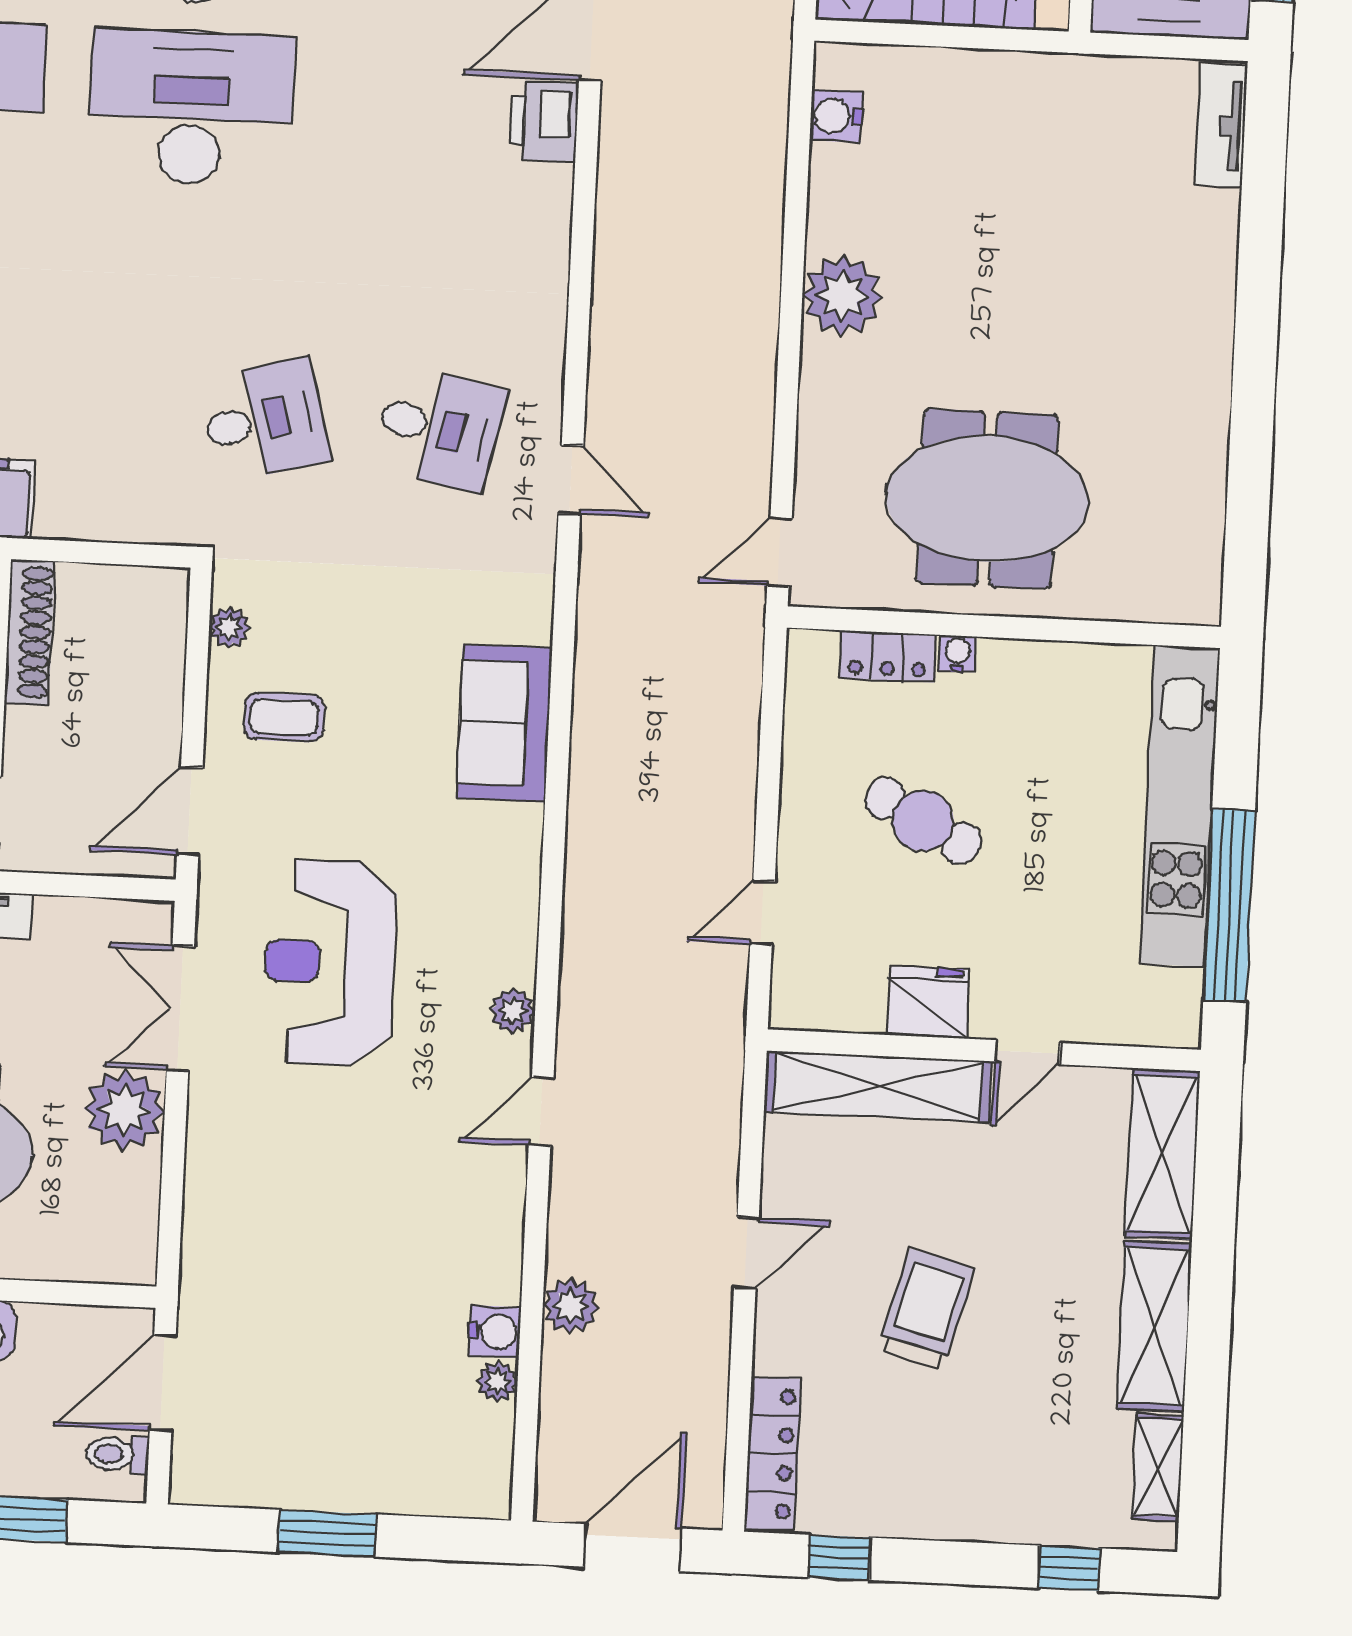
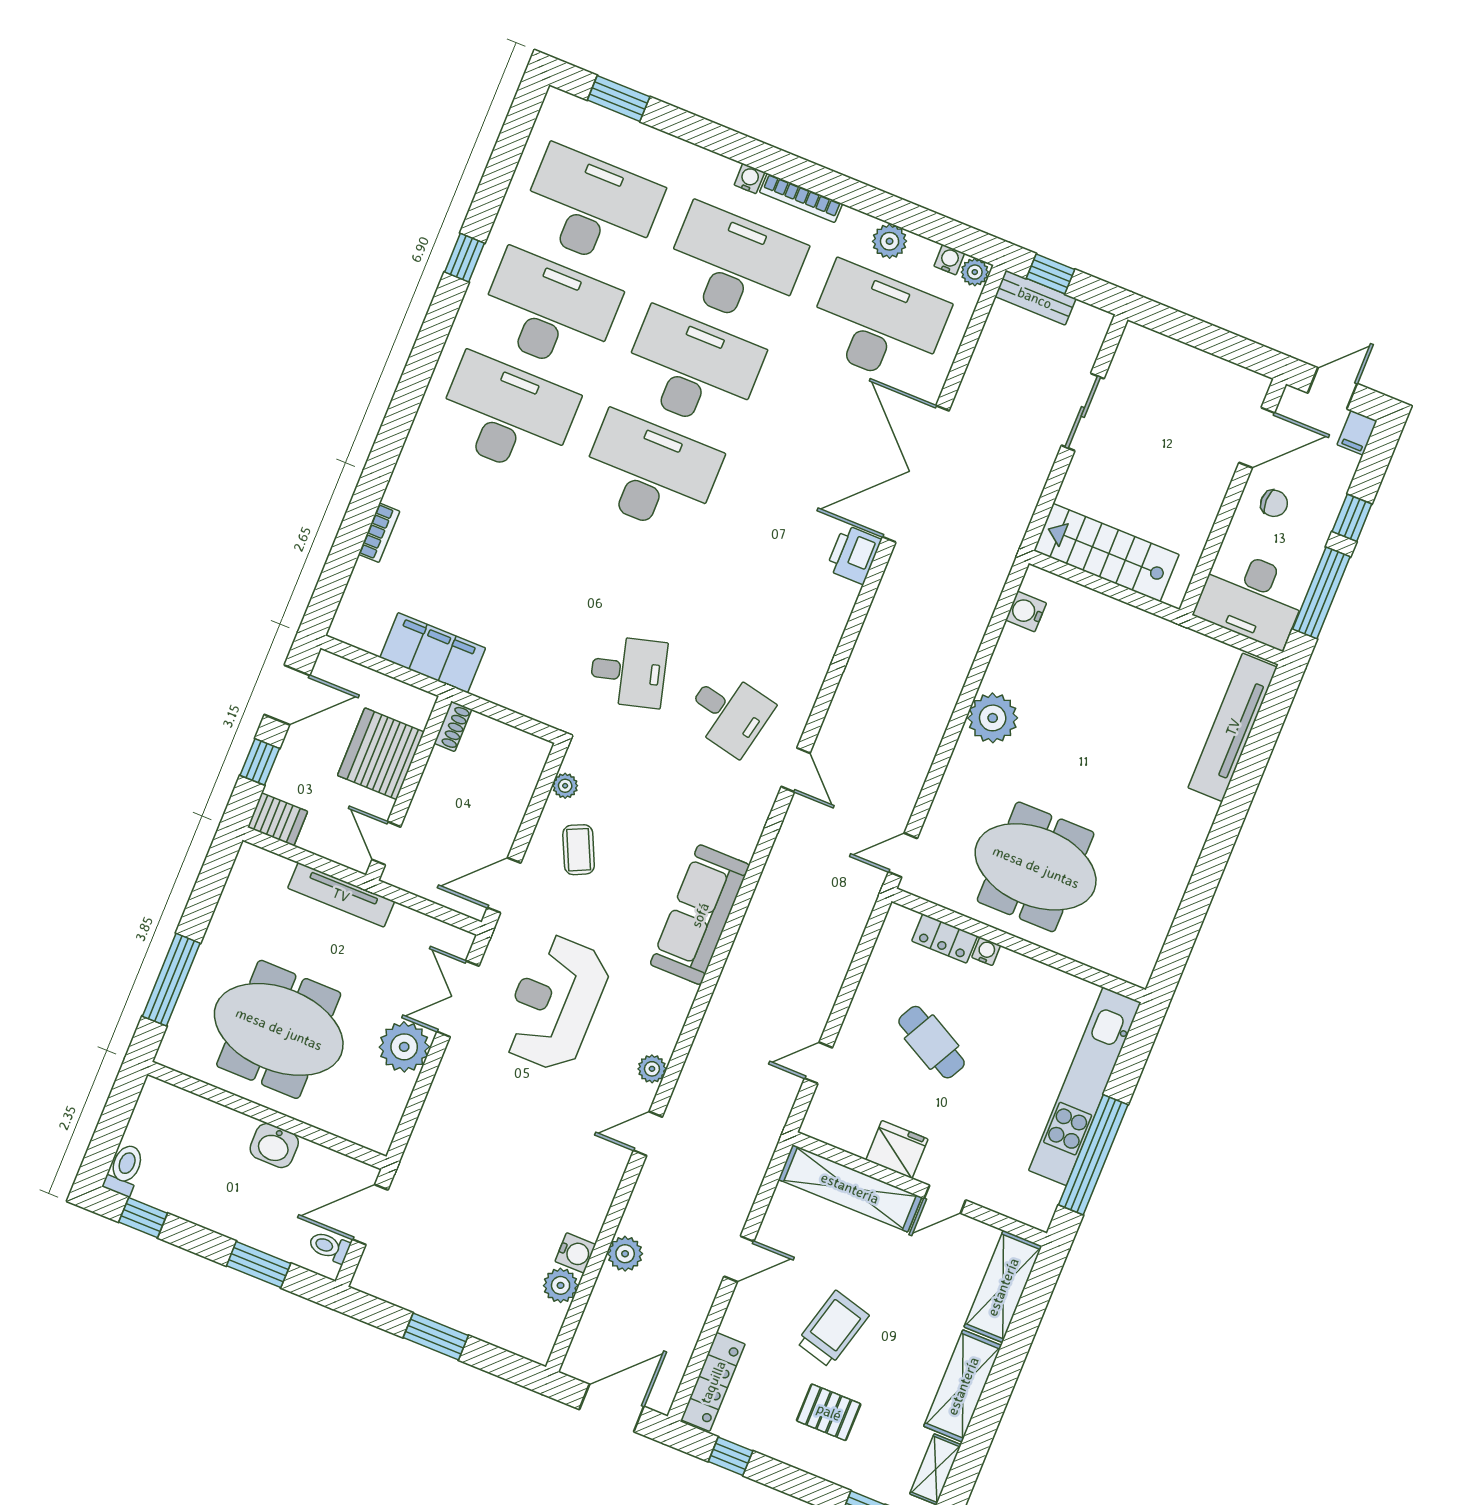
tv unit: (1221, 126) -> (1233, 727), width x1.92, depth x1.29
shoe rack: (30, 632) -> (453, 726), width x0.51, depth x0.81
coffee table: (284, 717) -> (579, 850), turned 65
sofa: (504, 723) -> (700, 915), width x1.36
plant: (498, 1382) -> (561, 1285), width x1.38, depth x1.38
pallet: (965, 1438) -> (829, 1412), added

